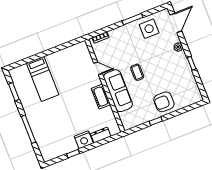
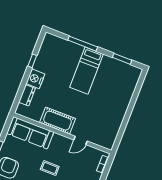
bed: (43, 79) -> (86, 71), moved, turned -90
sofa: (118, 91) -> (30, 133), moved
cot: (101, 97) -> (57, 121), width x1.37, depth x1.34

